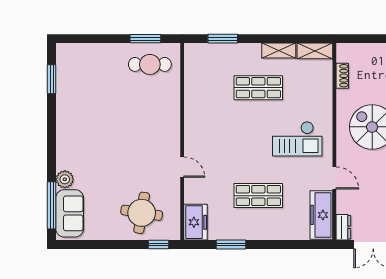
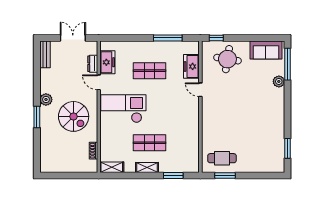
shelving: (279, 51) -> (147, 167), moved
checkout: (297, 139) -> (123, 109), width x1.36, depth x1.21
sofa: (70, 213) -> (266, 50), moved, turned -90
freezer: (321, 215) -> (107, 62), width x0.71
freezer: (196, 222) -> (191, 66), moved
dresser: (343, 227) -> (93, 64), moved
window: (231, 244) -> (168, 38), width x1.44

